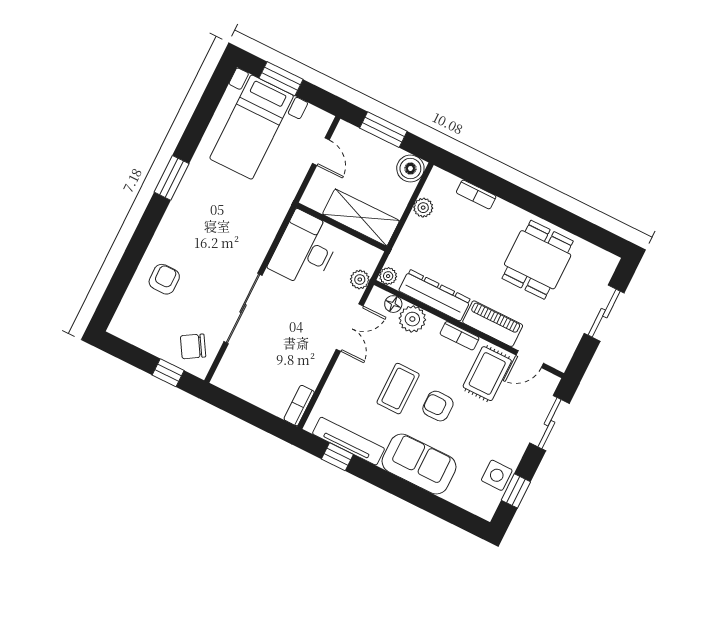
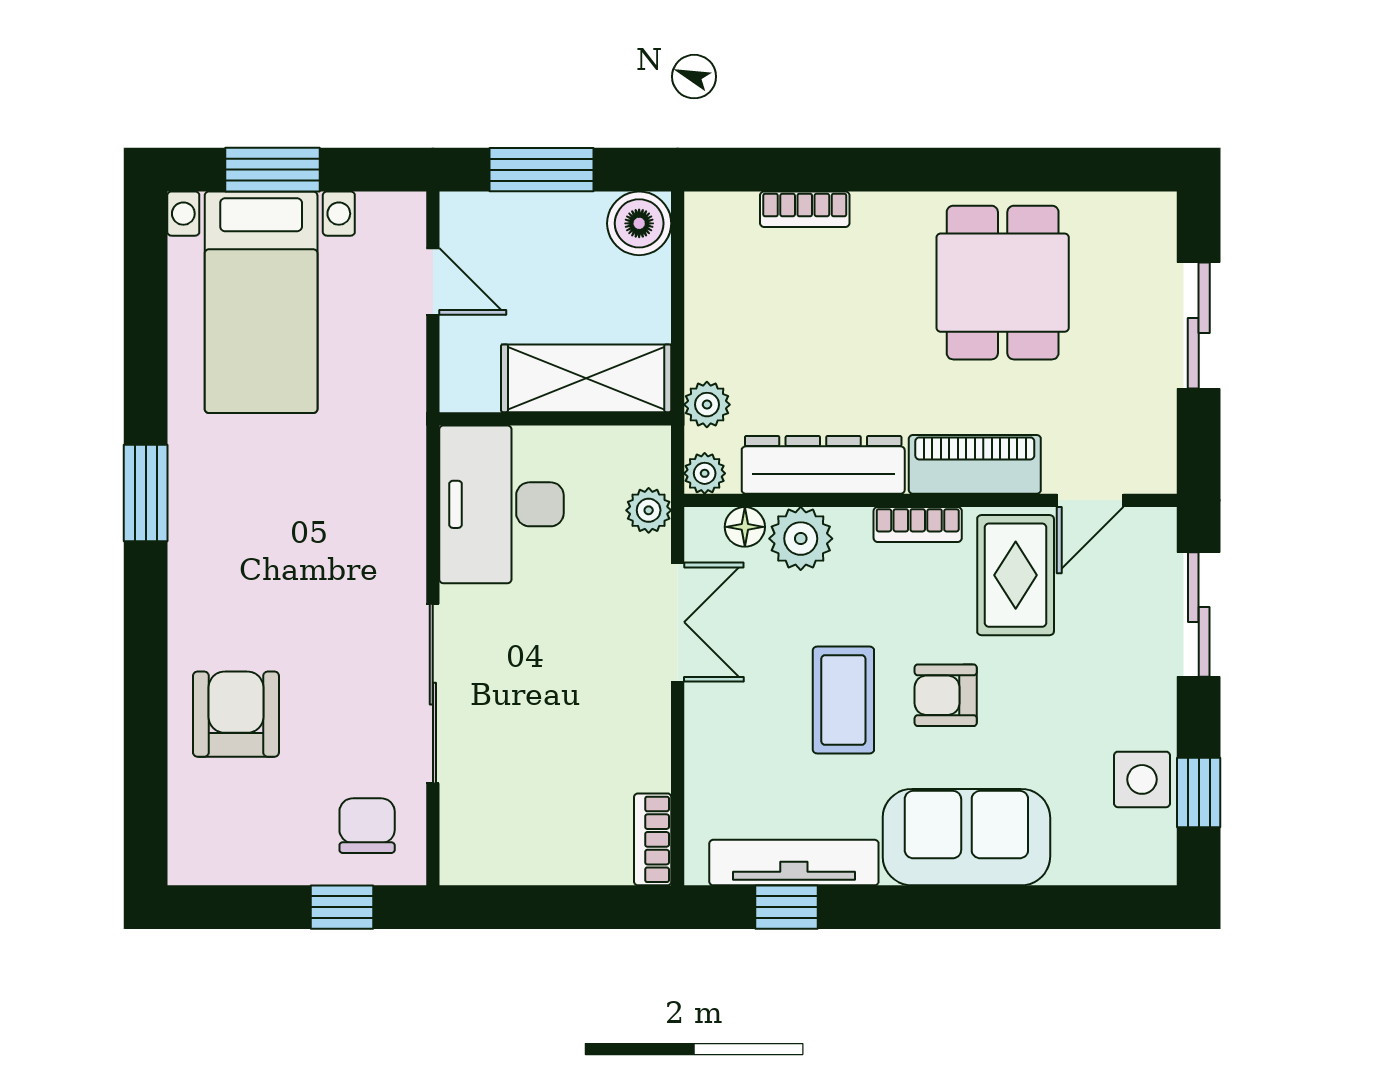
plant: (423, 208) -> (707, 405), moved
armchair: (164, 279) -> (236, 714), width x1.38, depth x1.38
chair: (193, 346) -> (367, 826), turned 121

